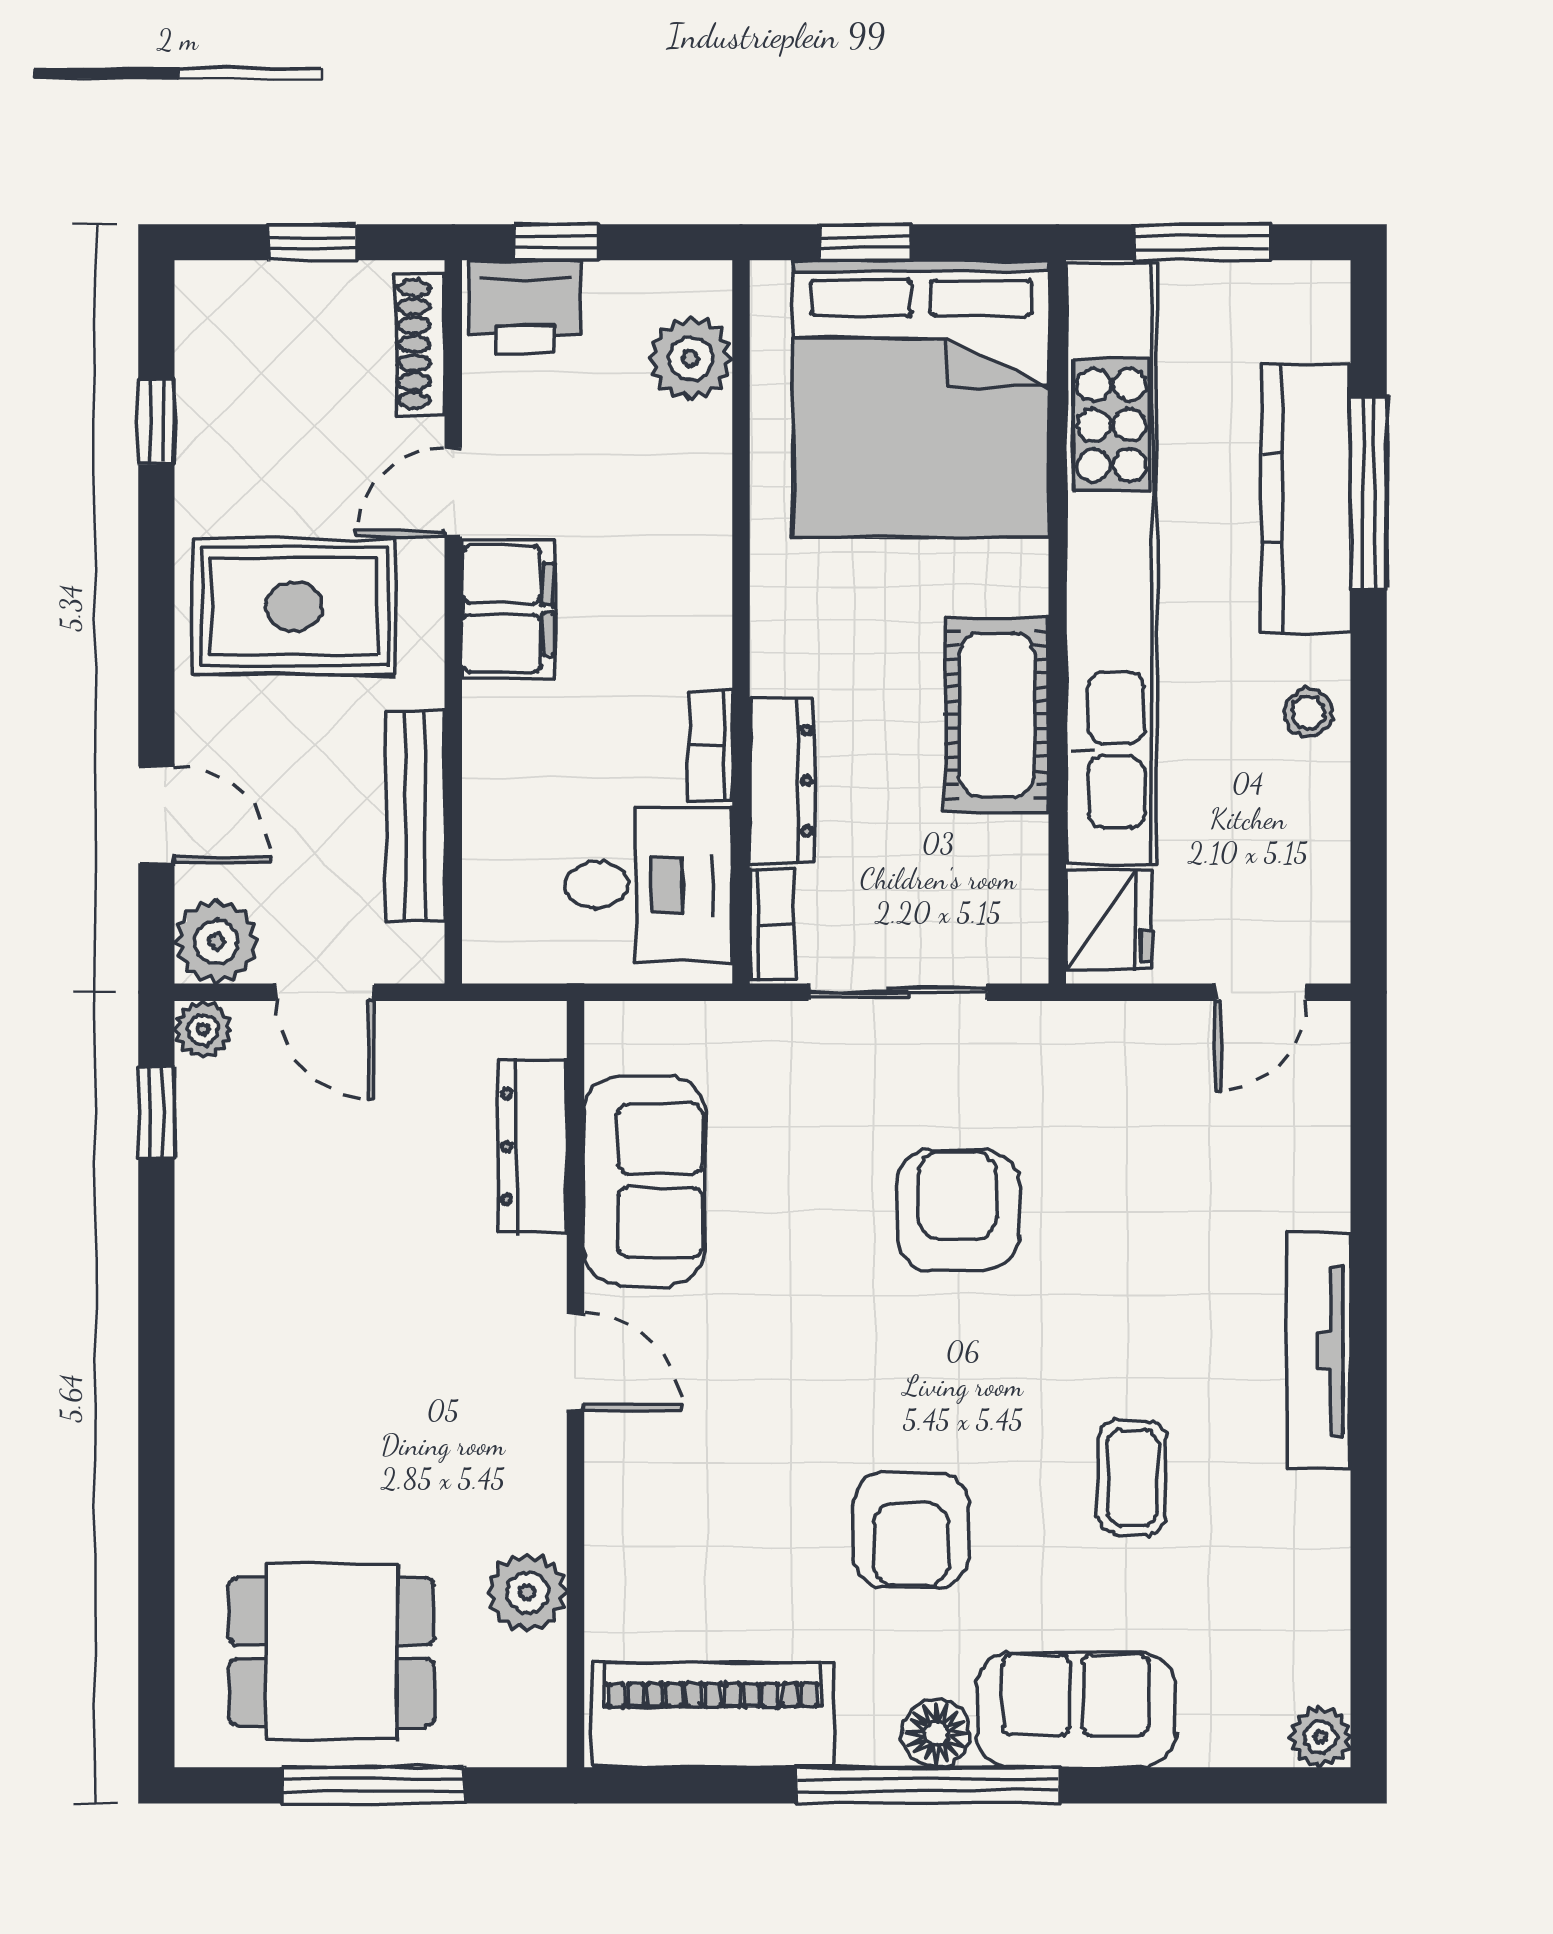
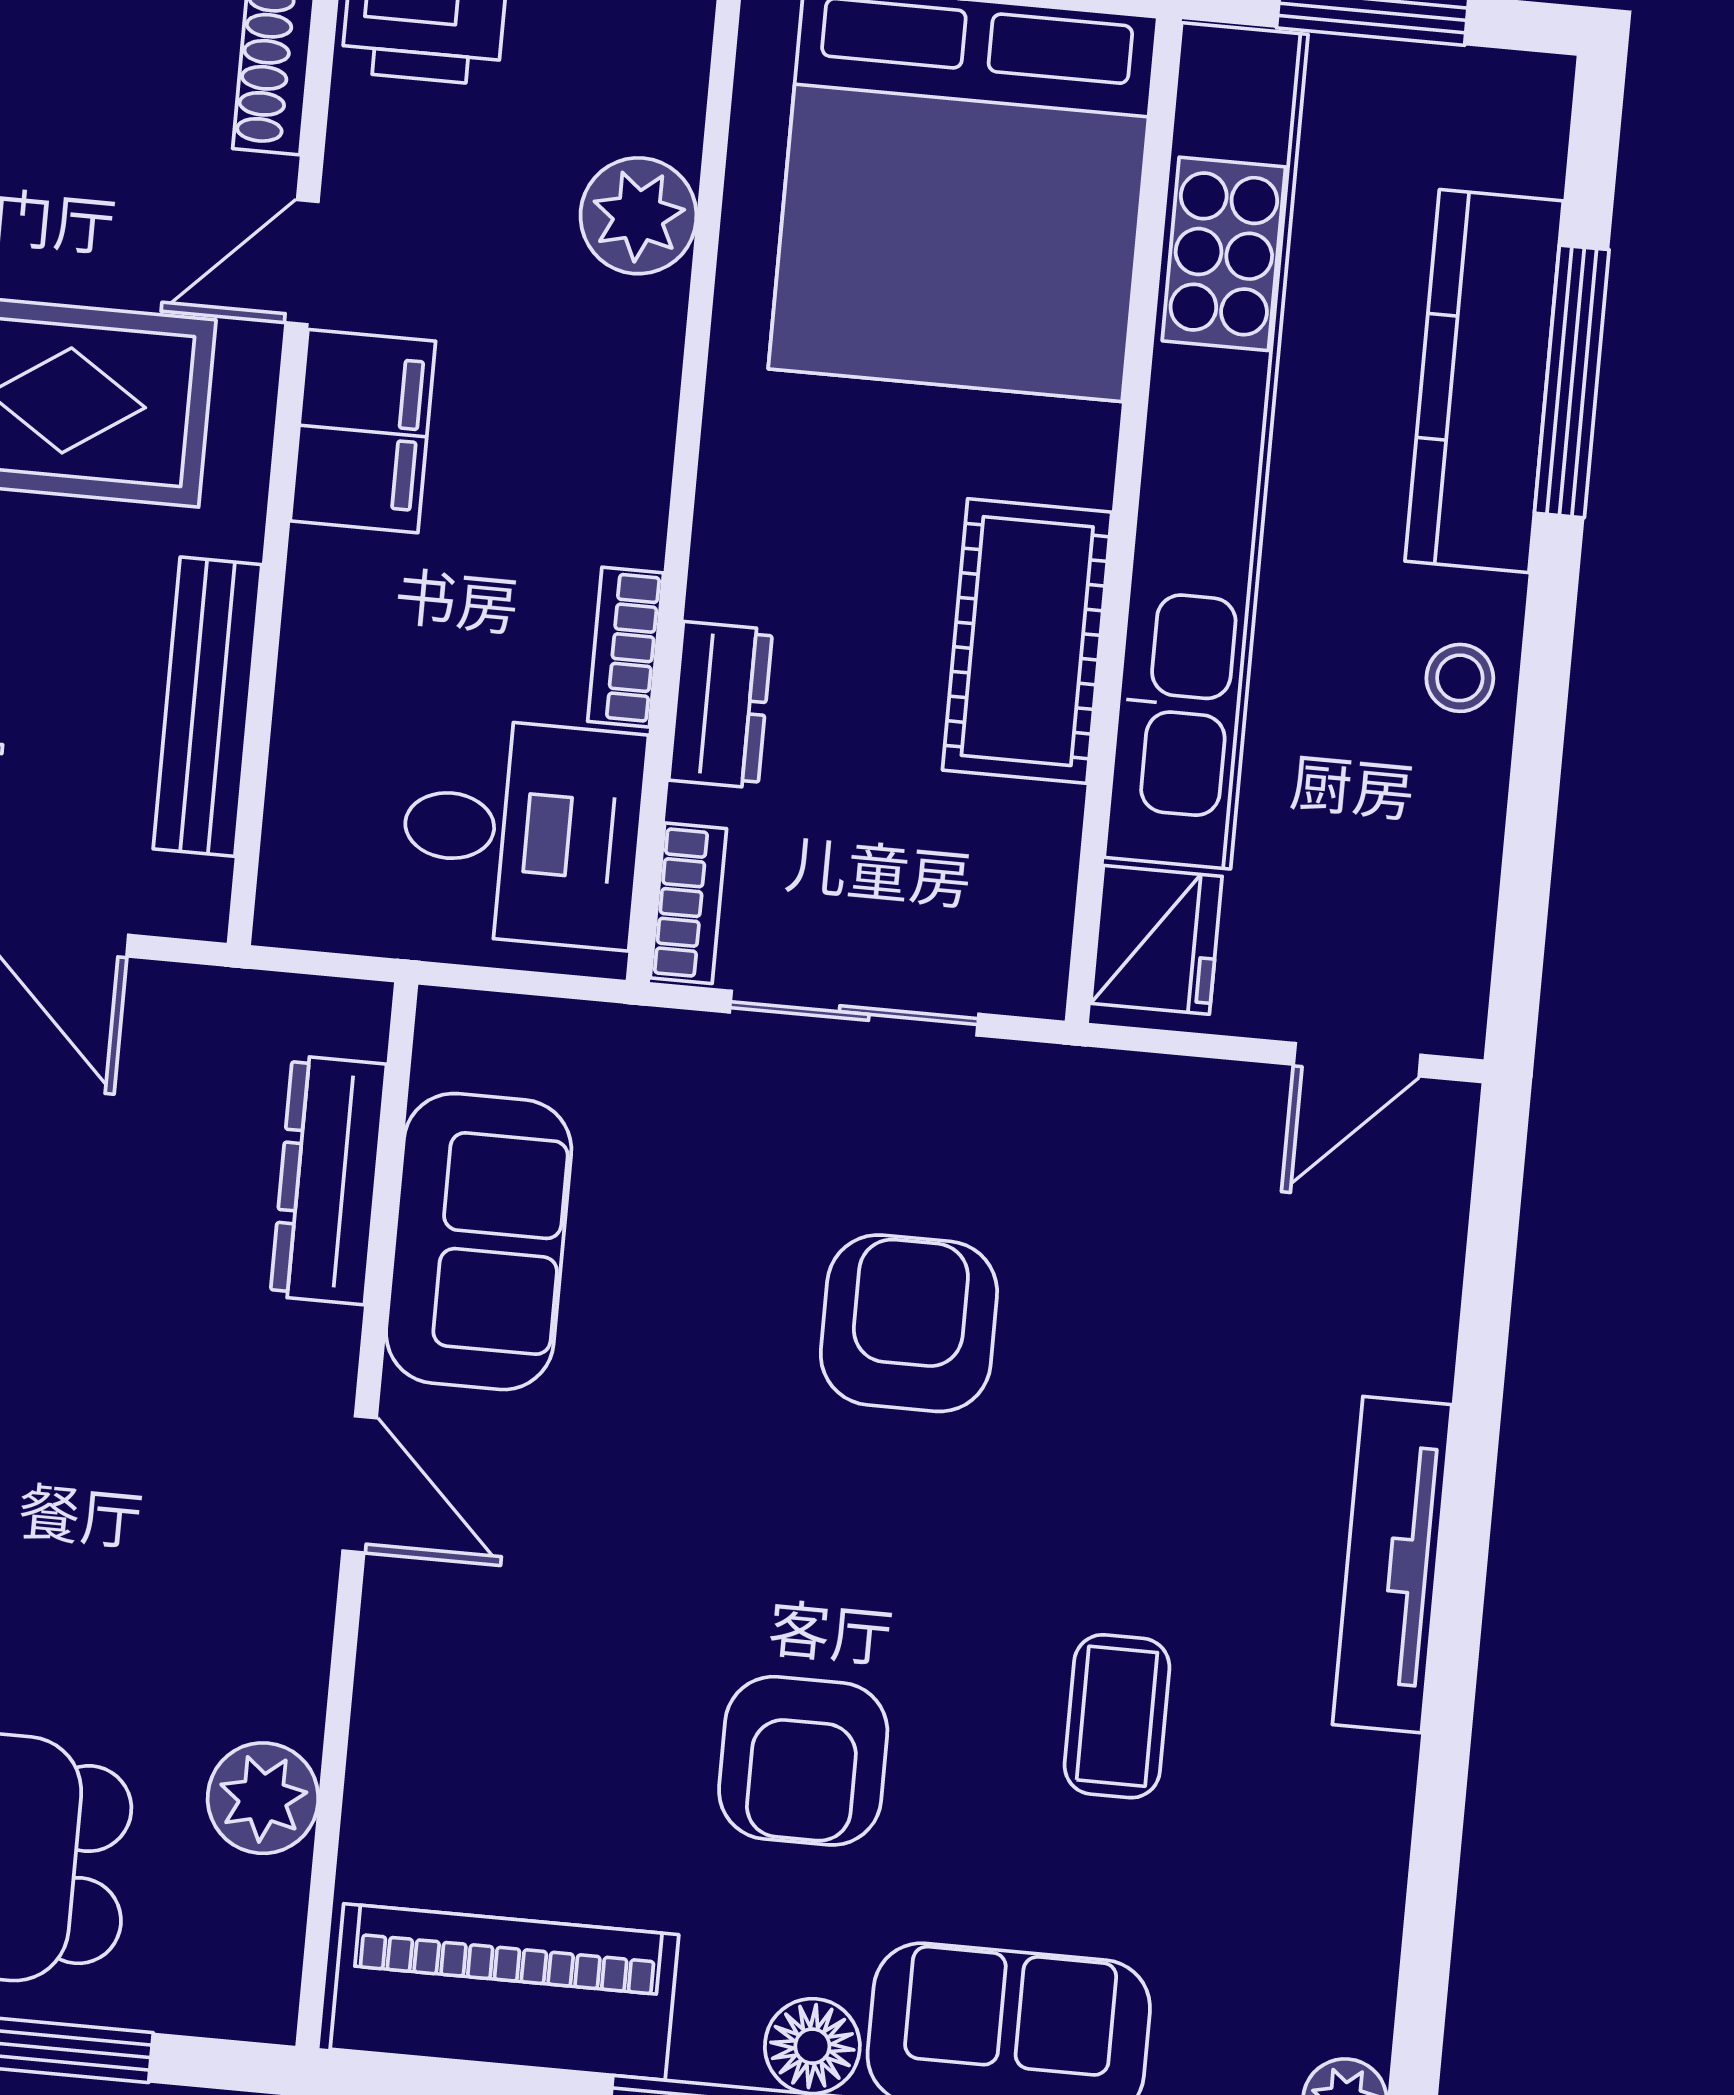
plant: (691, 358) -> (638, 216), moved
dresser: (782, 781) -> (721, 705), width x0.70

